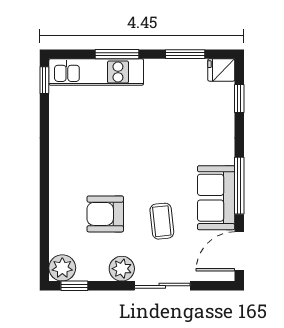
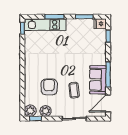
armchair: (105, 214) -> (49, 87), turned 90
plant: (122, 269) -> (46, 111), moved

